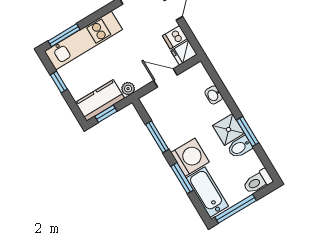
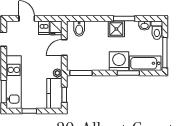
washbasin: (214, 95) -> (145, 26), moved
window: (157, 137) -> (81, 73), moved
bidet: (240, 147) -> (79, 29), moved

